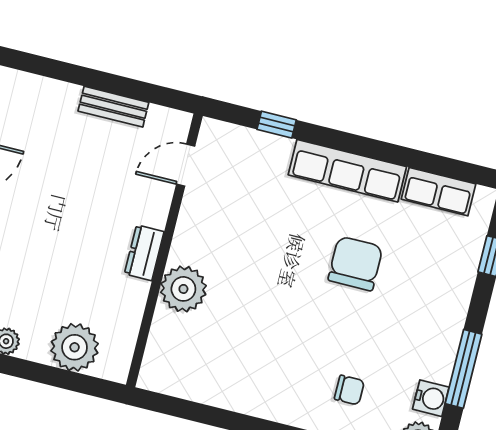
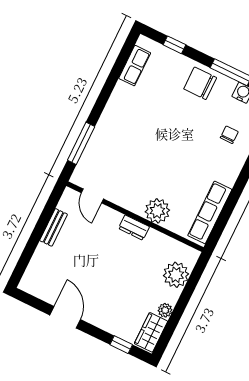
window: (277, 125) -> (81, 143), width x2.17
row of seats: (347, 171) -> (210, 212), moved, turned 180
chair: (355, 263) -> (200, 83), moved

